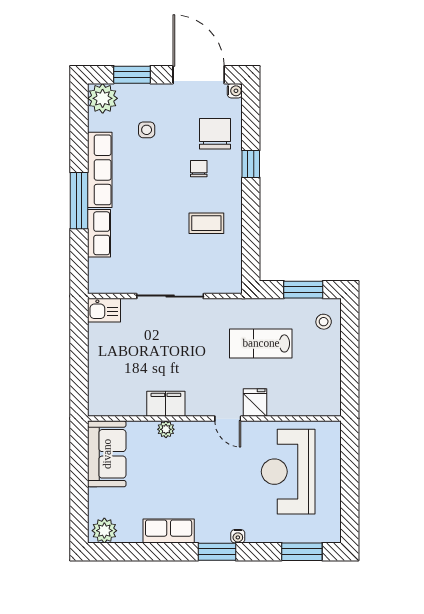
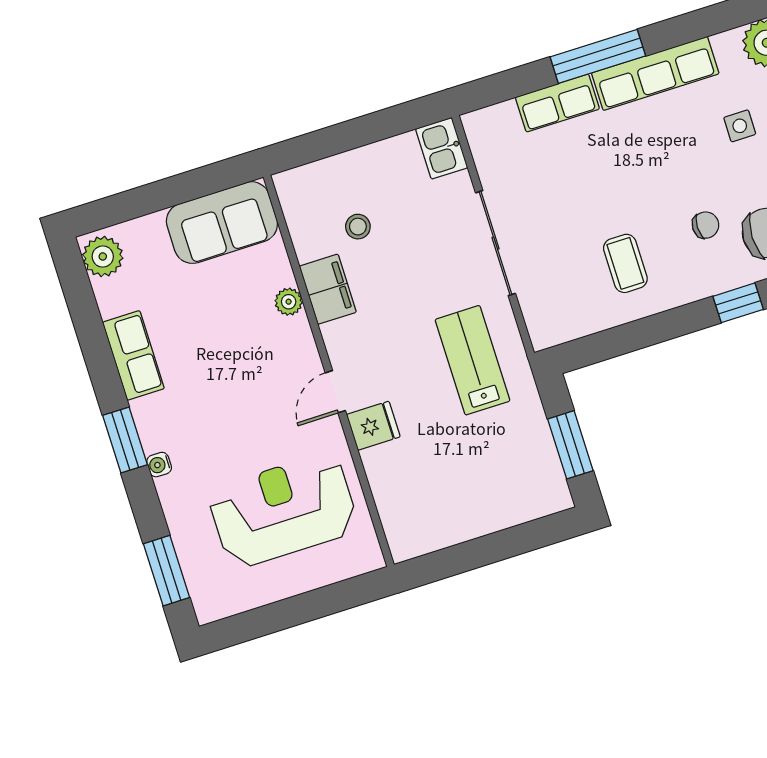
stool: (324, 322) -> (358, 227), moved
lab bench: (261, 343) -> (473, 360), moved

